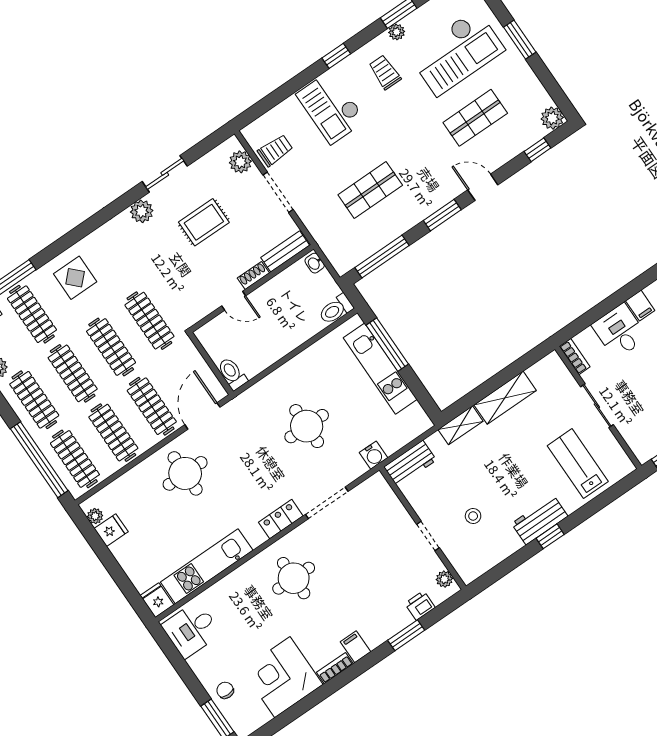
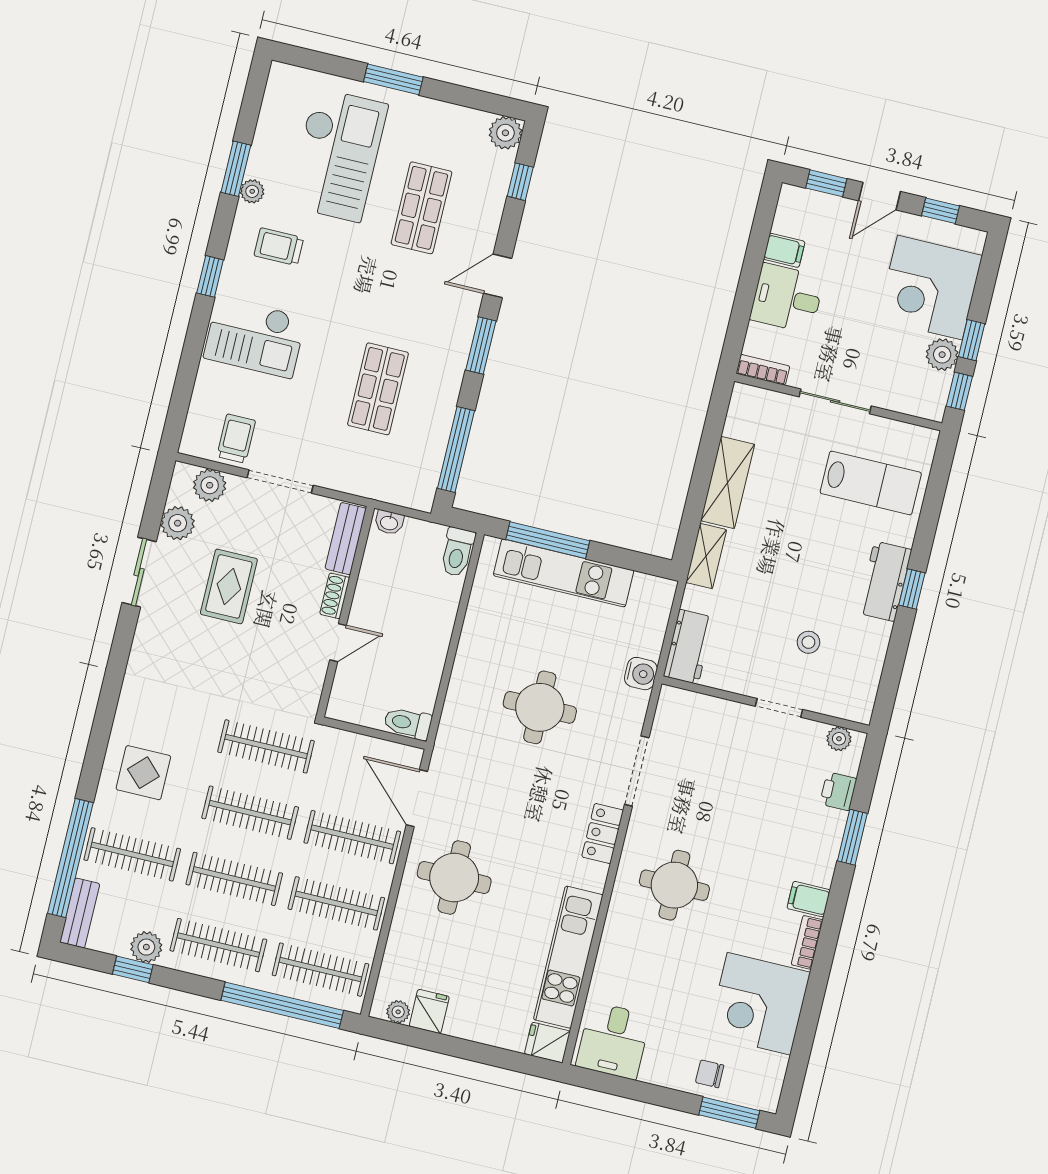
plant: (142, 211) -> (178, 523), moved
lab bench: (578, 464) -> (871, 483), turned 180

